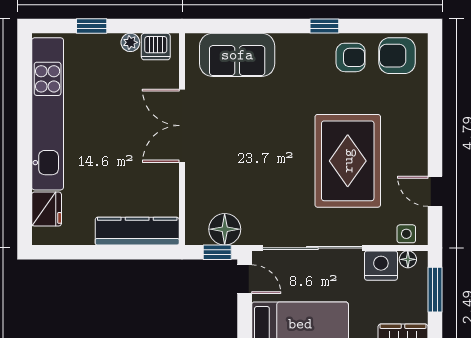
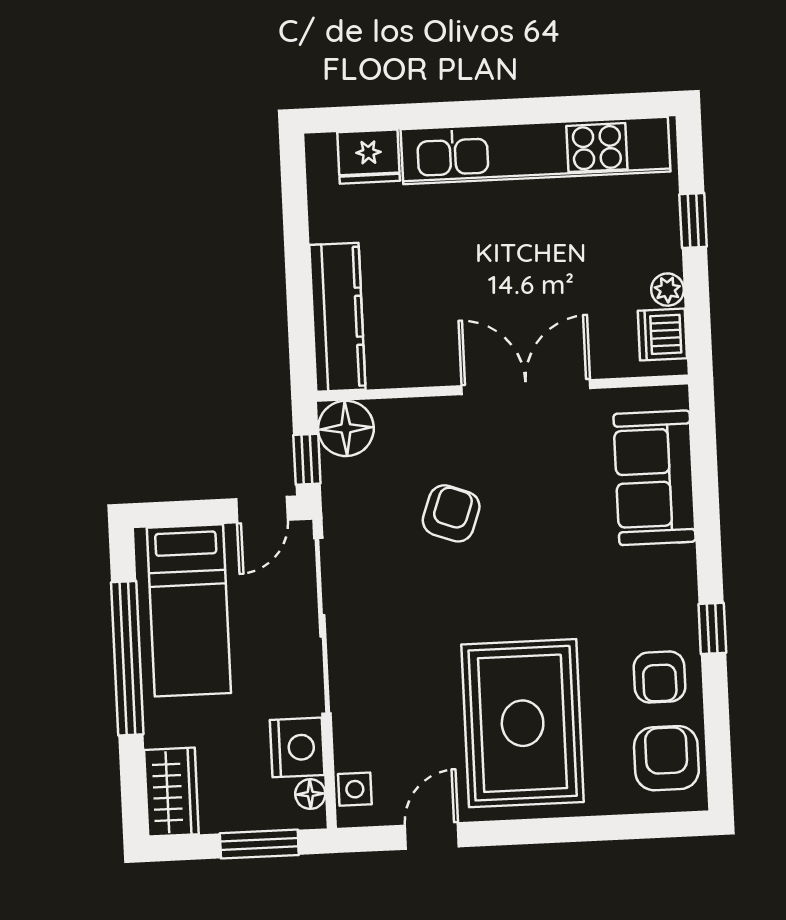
rug: (348, 161) -> (523, 723), moved, turned 90
armchair: (252, 172) -> (451, 513), added
floor lamp: (225, 229) -> (346, 428), moved

